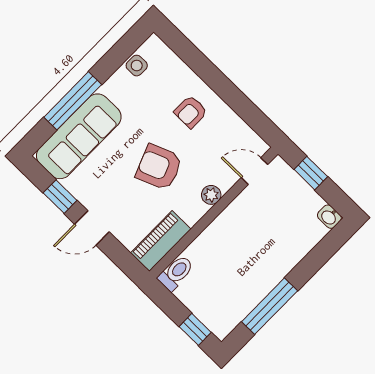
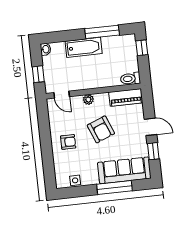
bathtub: (278, 263) -> (84, 47), added

